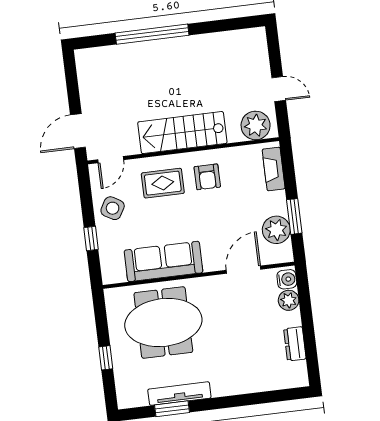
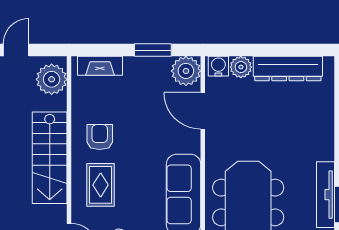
armchair: (207, 177) -> (100, 137), turned -90
plant: (276, 230) -> (186, 71), moved
dresser: (295, 344) -> (288, 68), width x1.96, depth x1.24

